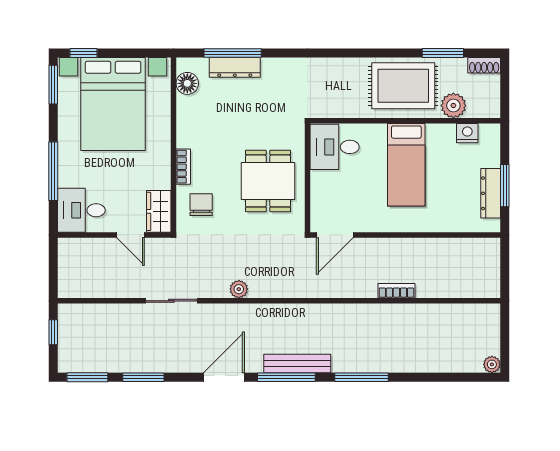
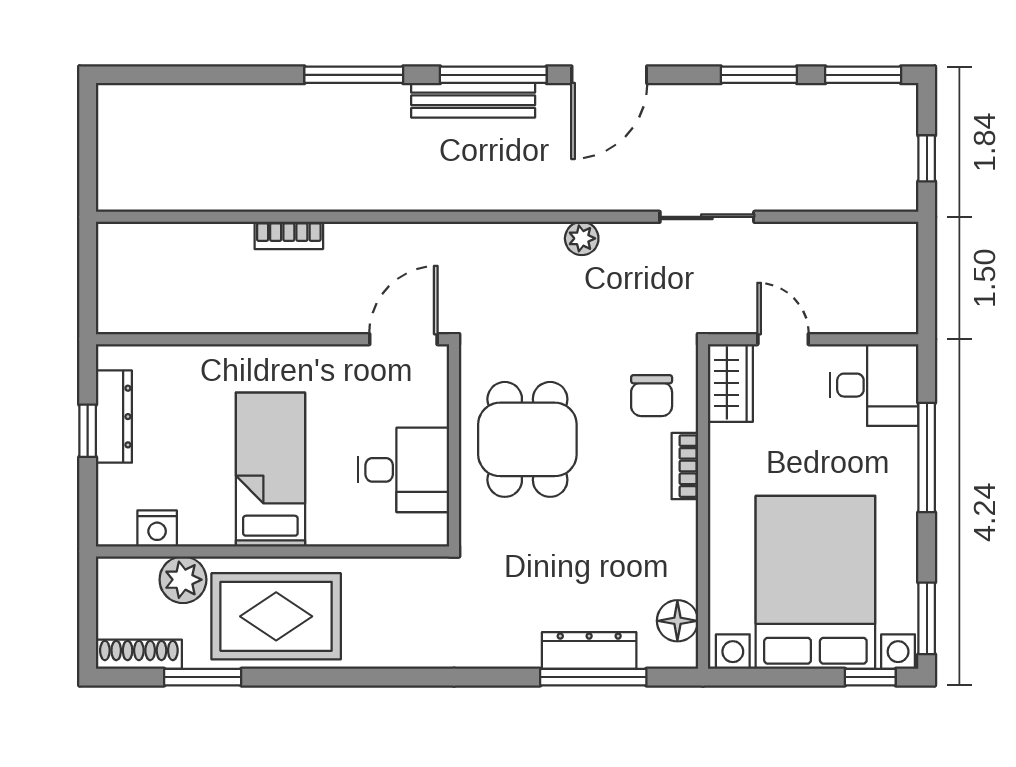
shoe rack: (484, 65) -> (139, 654), width x1.43
desk: (335, 147) -> (404, 470), moved
window: (505, 186) -> (88, 431), width x0.67
plant: (492, 364) -> (111, 99), removed

